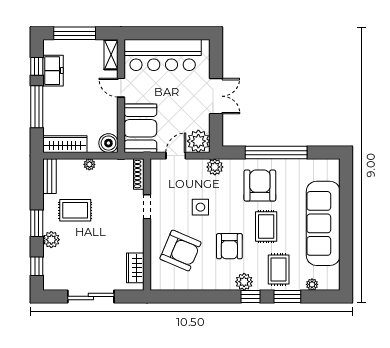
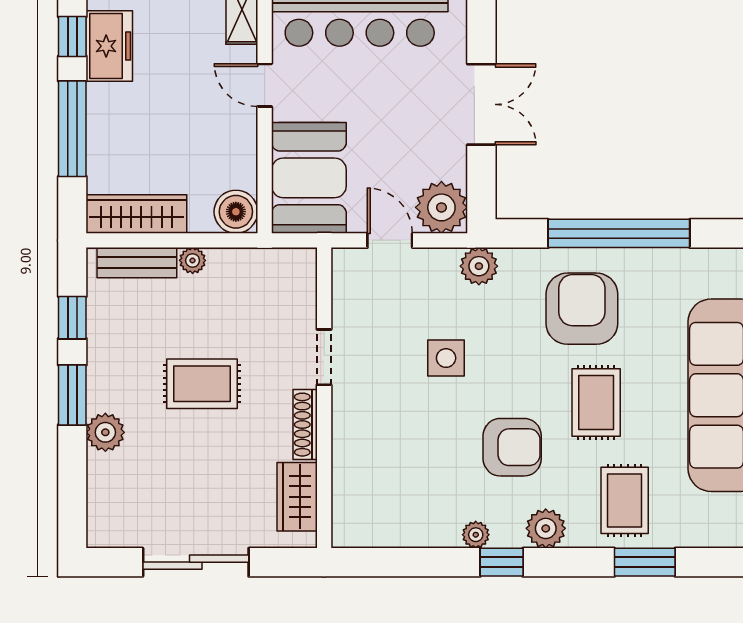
door: (176, 156) -> (390, 240), hinge flipped
shoe rack: (139, 174) -> (305, 425), moved
bench: (50, 176) -> (137, 263), moved, turned 90
rug: (75, 210) -> (202, 384), moved
armchair: (229, 246) -> (512, 447), turned -90
armchair: (180, 251) -> (400, 457), removed
window: (37, 266) -> (72, 318), moved
plant: (312, 284) -> (476, 535), moved
window: (250, 296) -> (502, 562), moved

